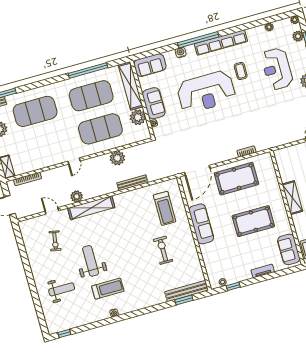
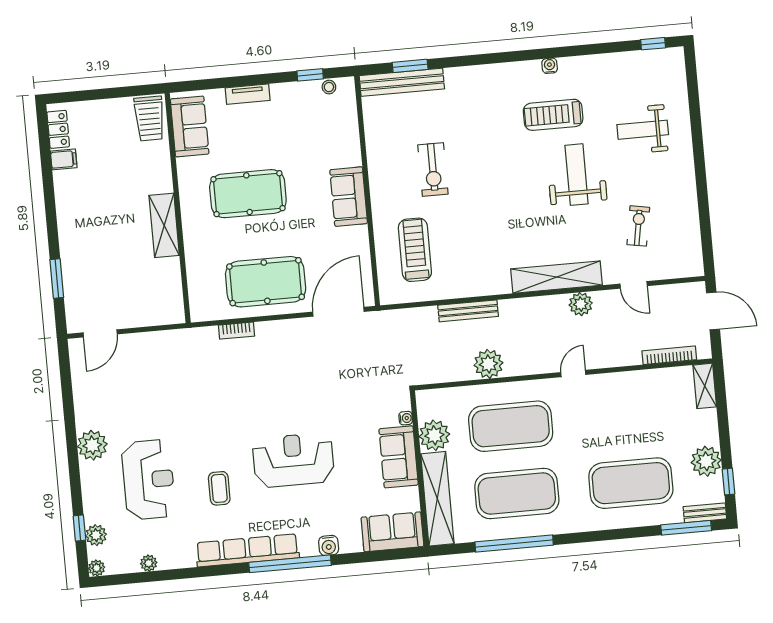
reception desk: (206, 92) -> (293, 460), width x0.74, depth x0.77
sofa: (201, 224) -> (349, 197), width x0.73
weight bench: (91, 261) -> (577, 175), turned 180

